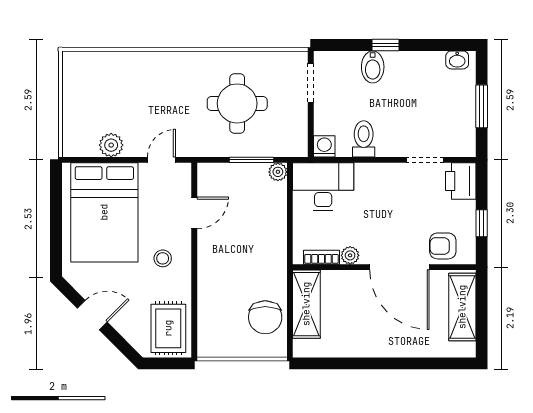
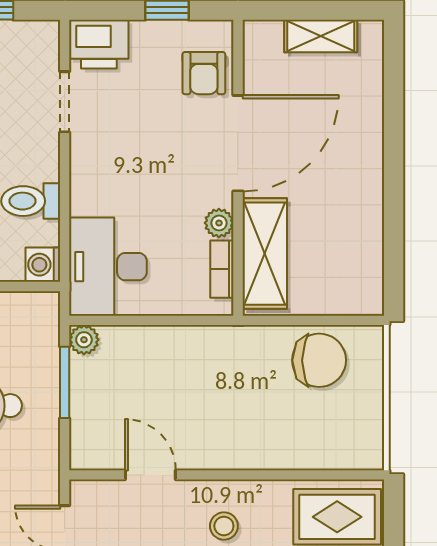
shelving: (306, 304) -> (265, 254), moved, turned 90
shelving: (462, 307) -> (321, 36), width x0.67, depth x0.75

